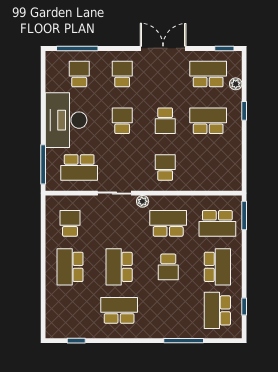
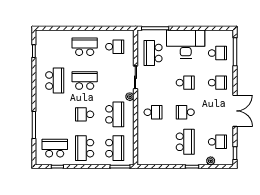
school desk: (208, 74) -> (217, 142), width x0.54
school desk: (217, 223) -> (115, 148), turned 180
school desk: (217, 267) -> (85, 148), turned 90

